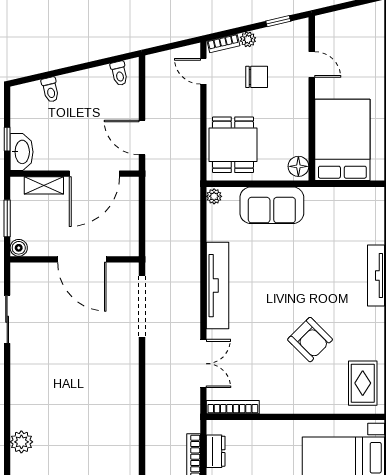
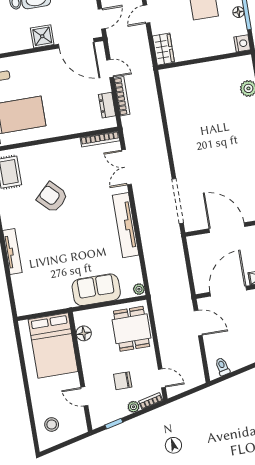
stool: (362, 34) -> (52, 424), added
floor lamp: (298, 166) -> (84, 333), moved

